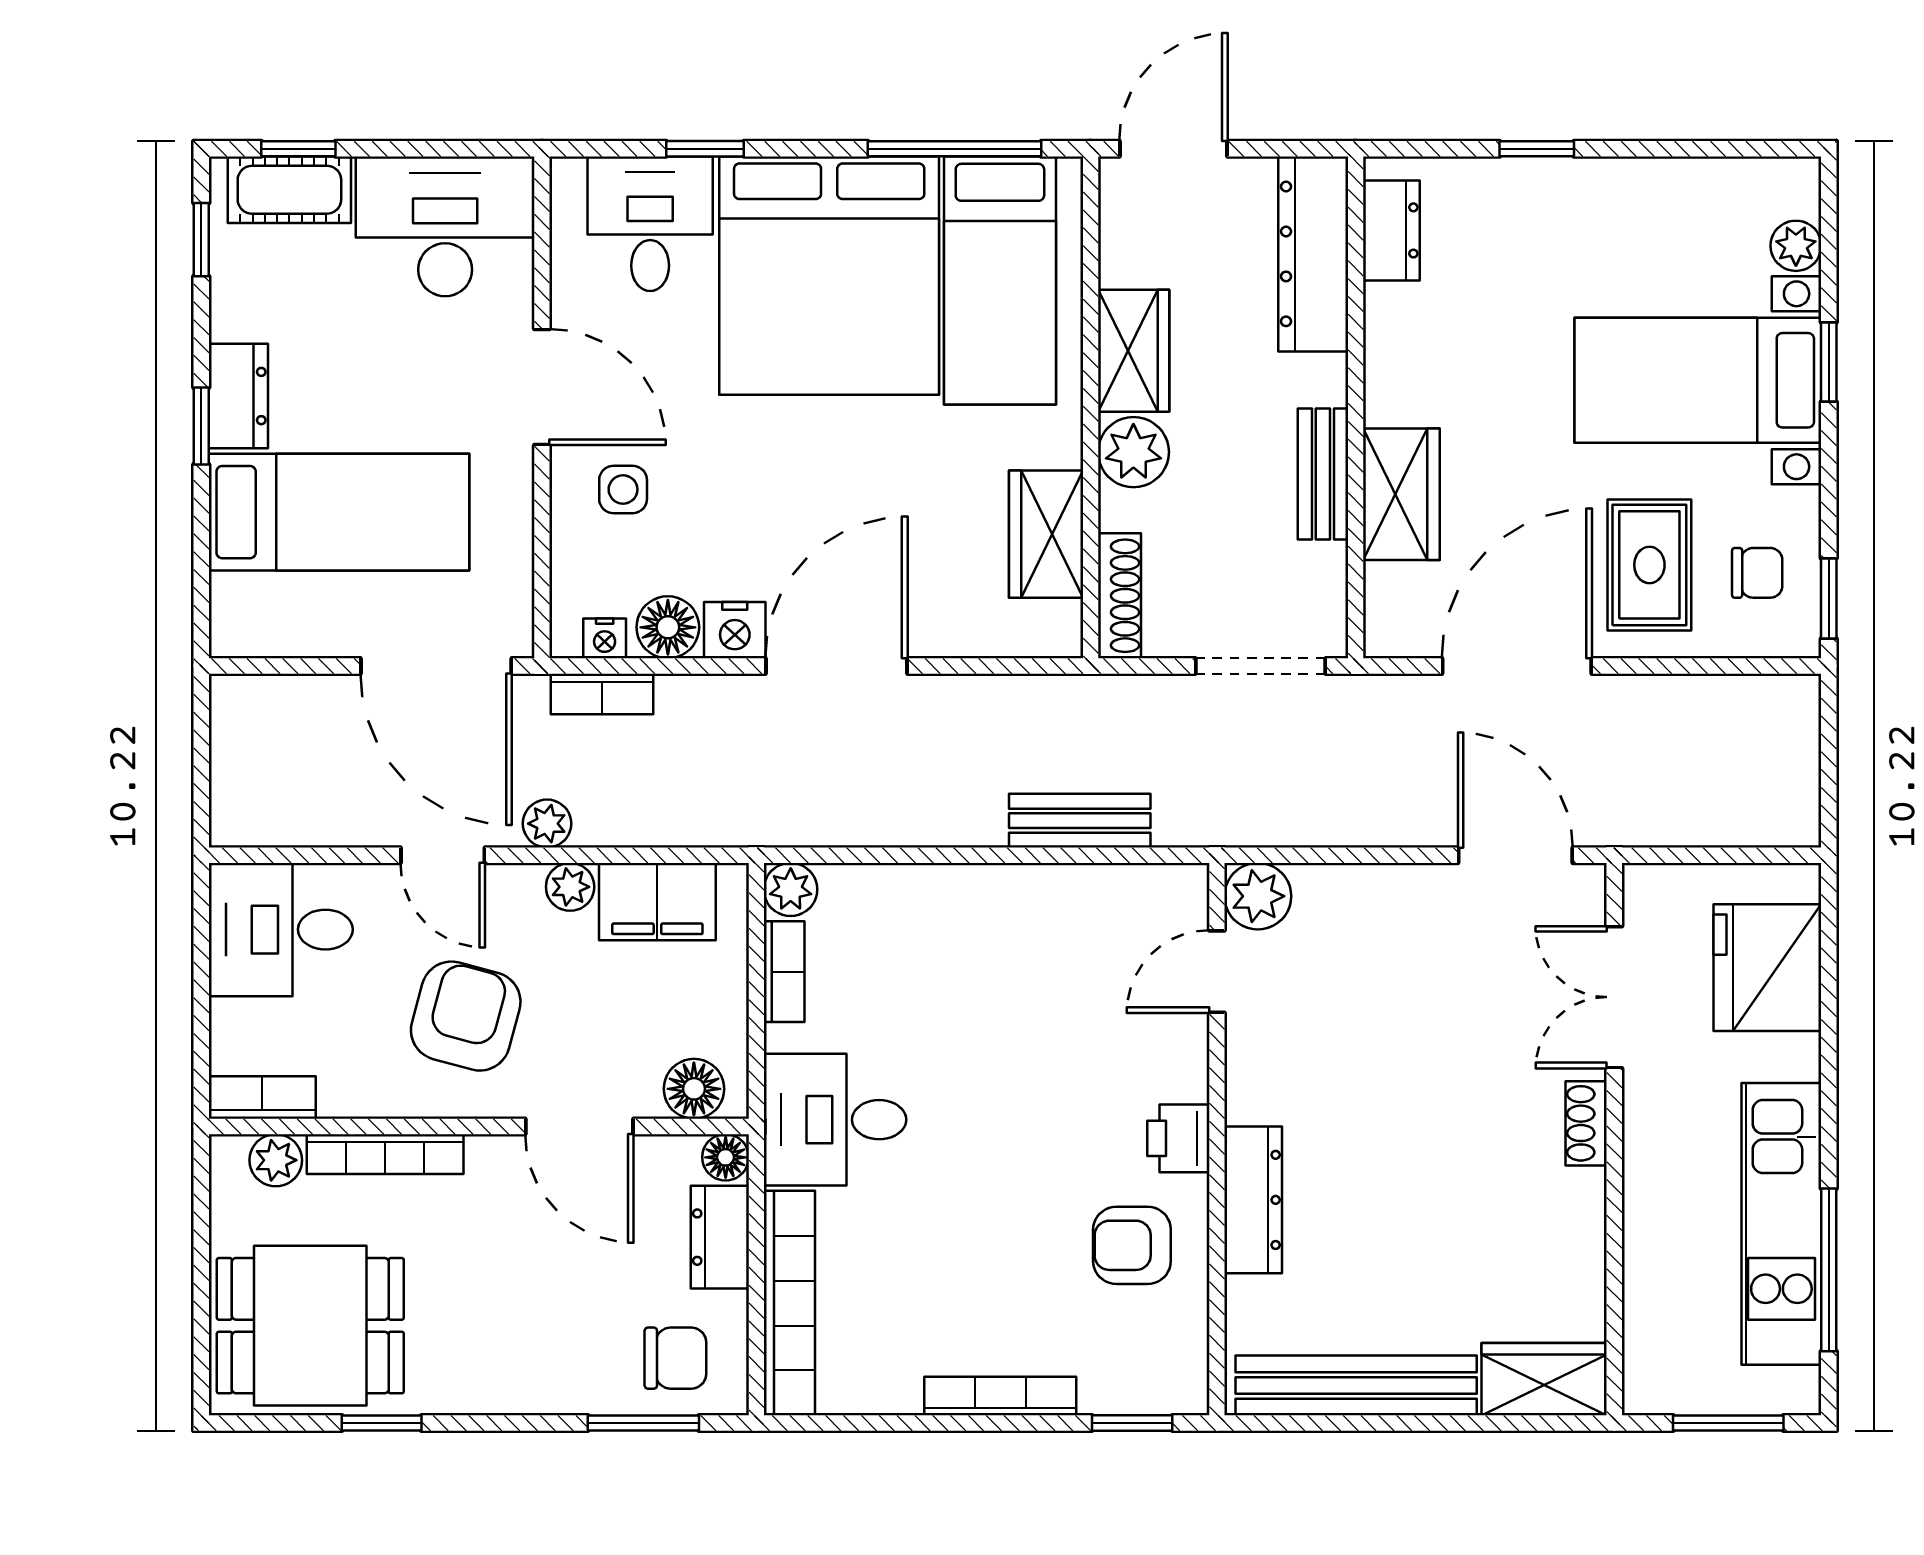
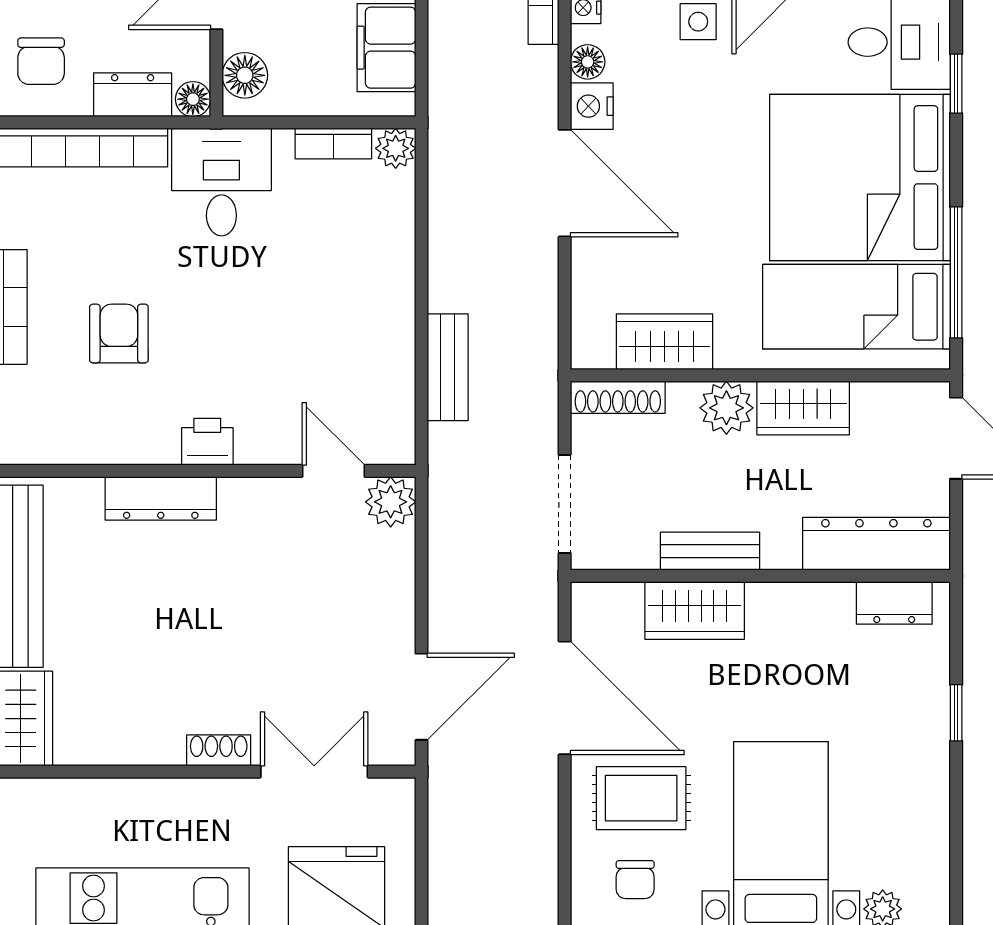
floor lamp: (668, 627) -> (588, 62), width x0.73, depth x0.73
armchair: (1132, 1245) -> (119, 334), moved

